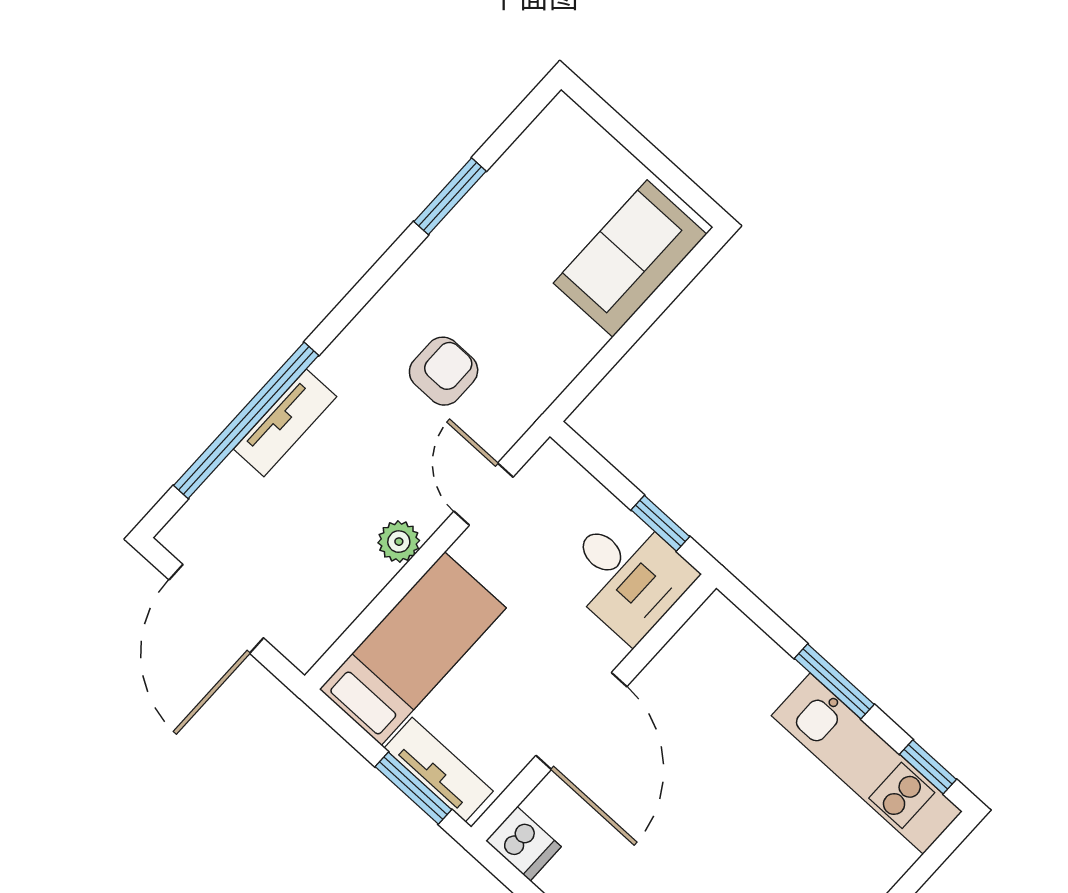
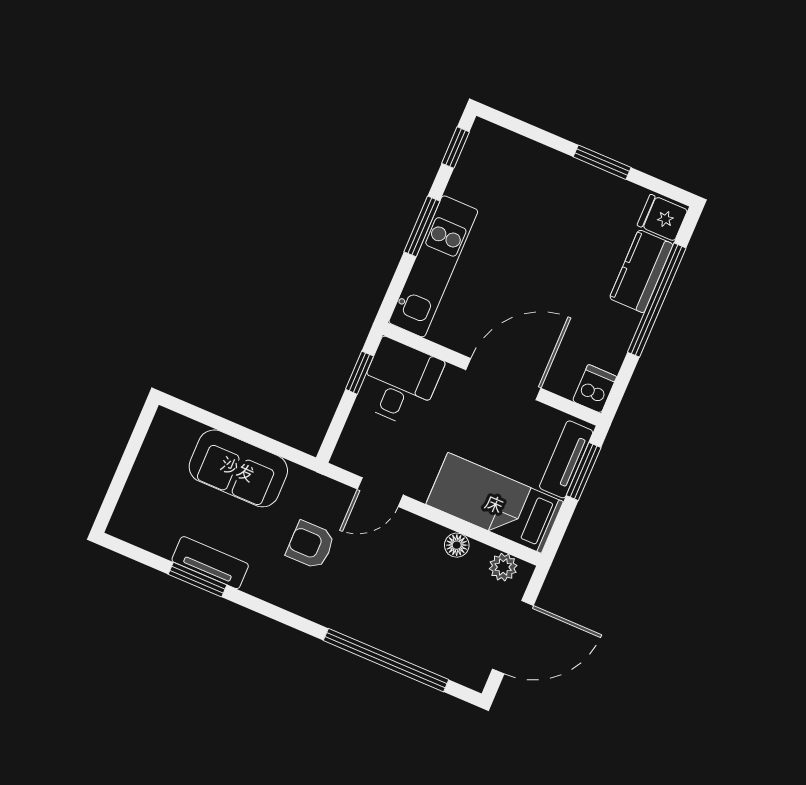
sofa: (630, 259) -> (238, 468), moved
tv unit: (285, 423) -> (210, 563), moved
plant: (399, 542) -> (503, 567), moved
floor lamp: (372, 575) -> (457, 545), added
kitchen unit: (867, 764) -> (433, 266), moved

